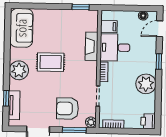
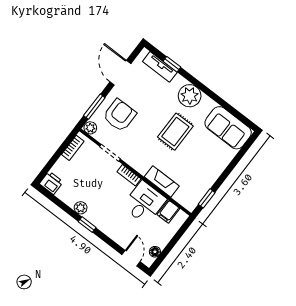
window: (159, 61) -> (87, 225), moved
plant: (146, 84) -> (81, 208), width x0.53, depth x0.53

